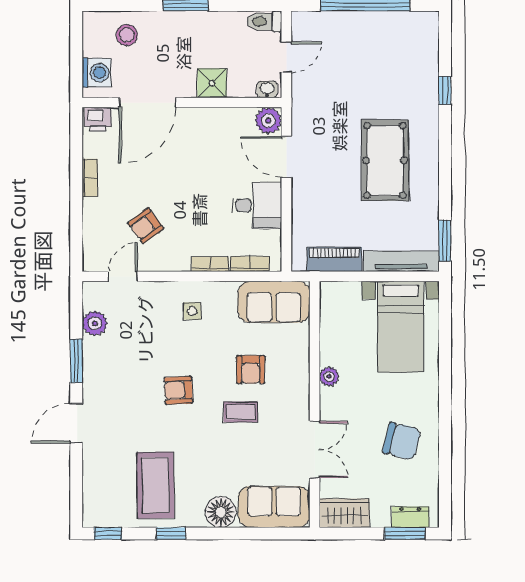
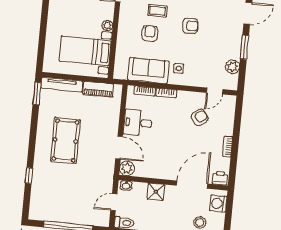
sofa: (274, 302) -> (148, 71), moved
bed with nightstands: (401, 327) -> (85, 51), moved, turned -90

